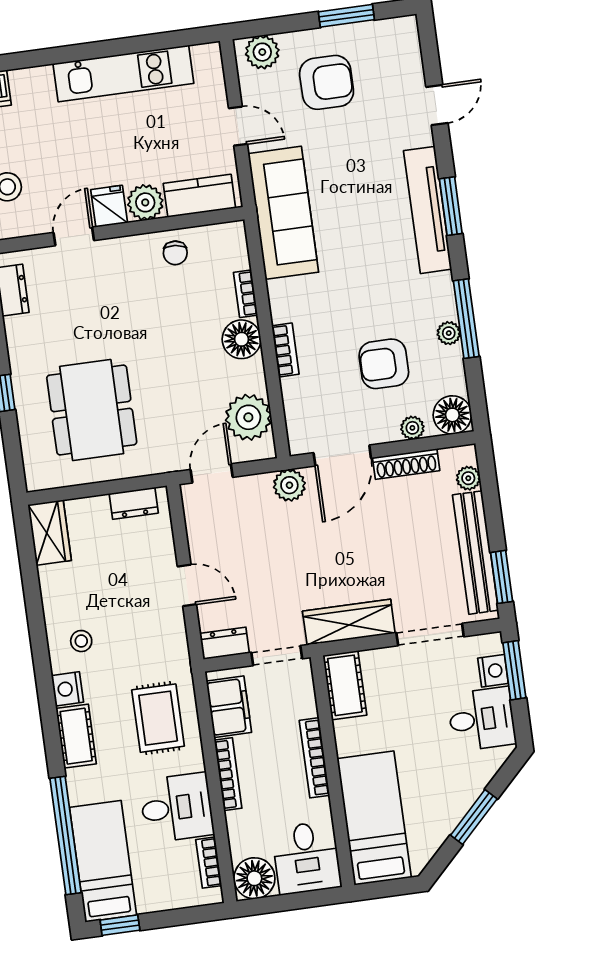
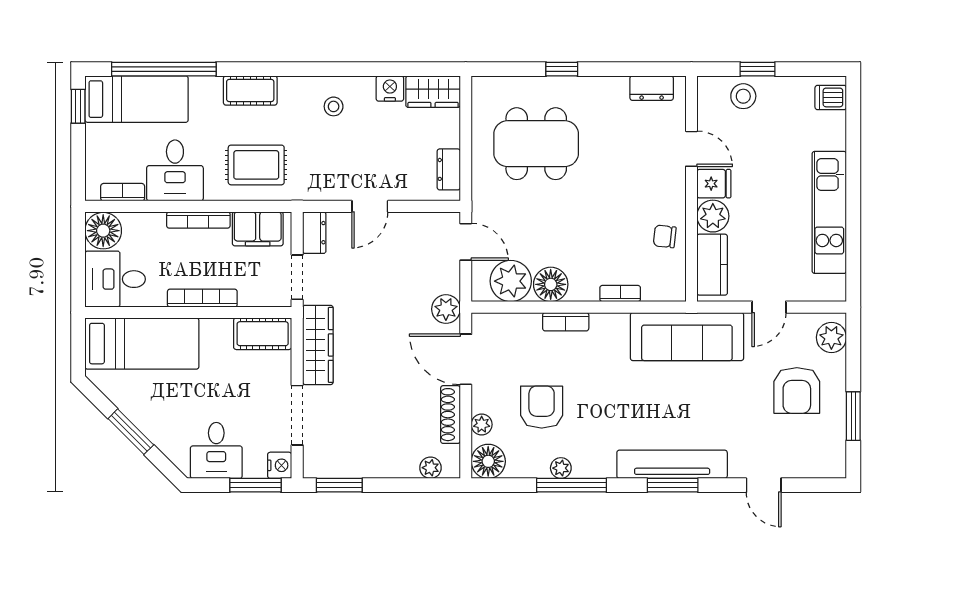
floor lamp: (242, 339) -> (551, 284), moved
bench: (475, 553) -> (364, 465), removed
nightstand: (493, 671) -> (280, 465), moved, turned -90
nightstand: (67, 689) -> (390, 89), moved

